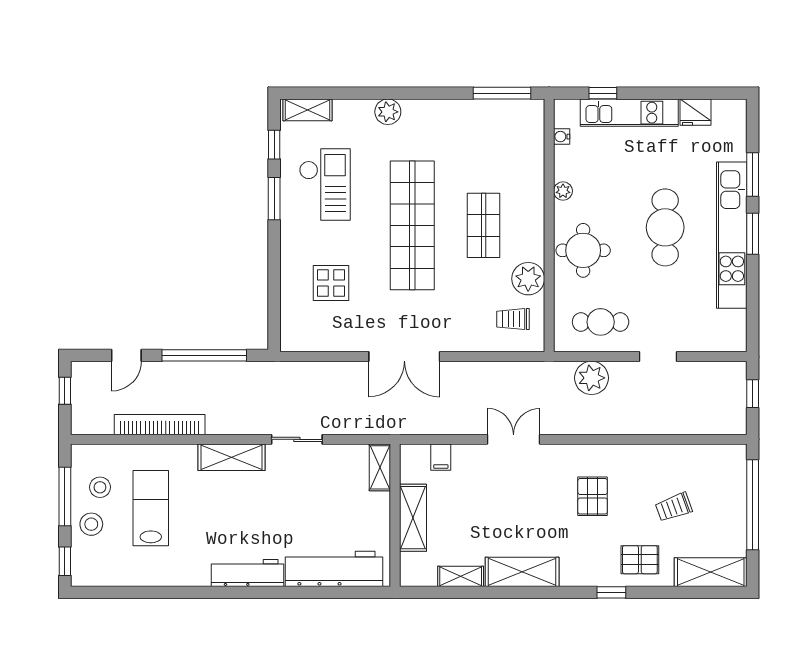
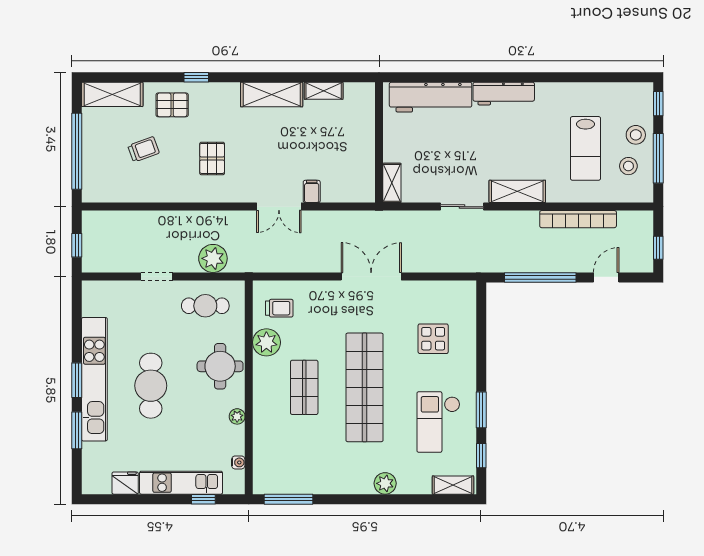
filing cabinet: (441, 457) -> (312, 191), moved
shelving: (413, 518) -> (364, 140), removed

